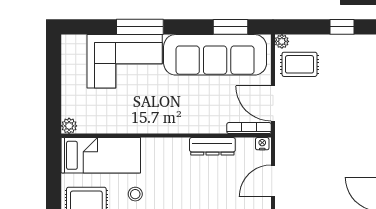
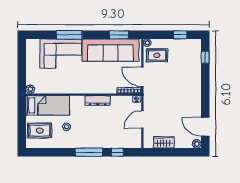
dresser: (212, 146) -> (98, 100), moved

